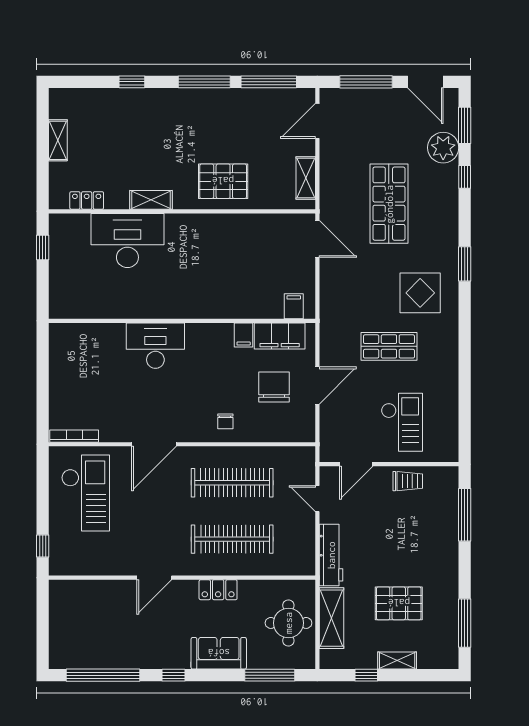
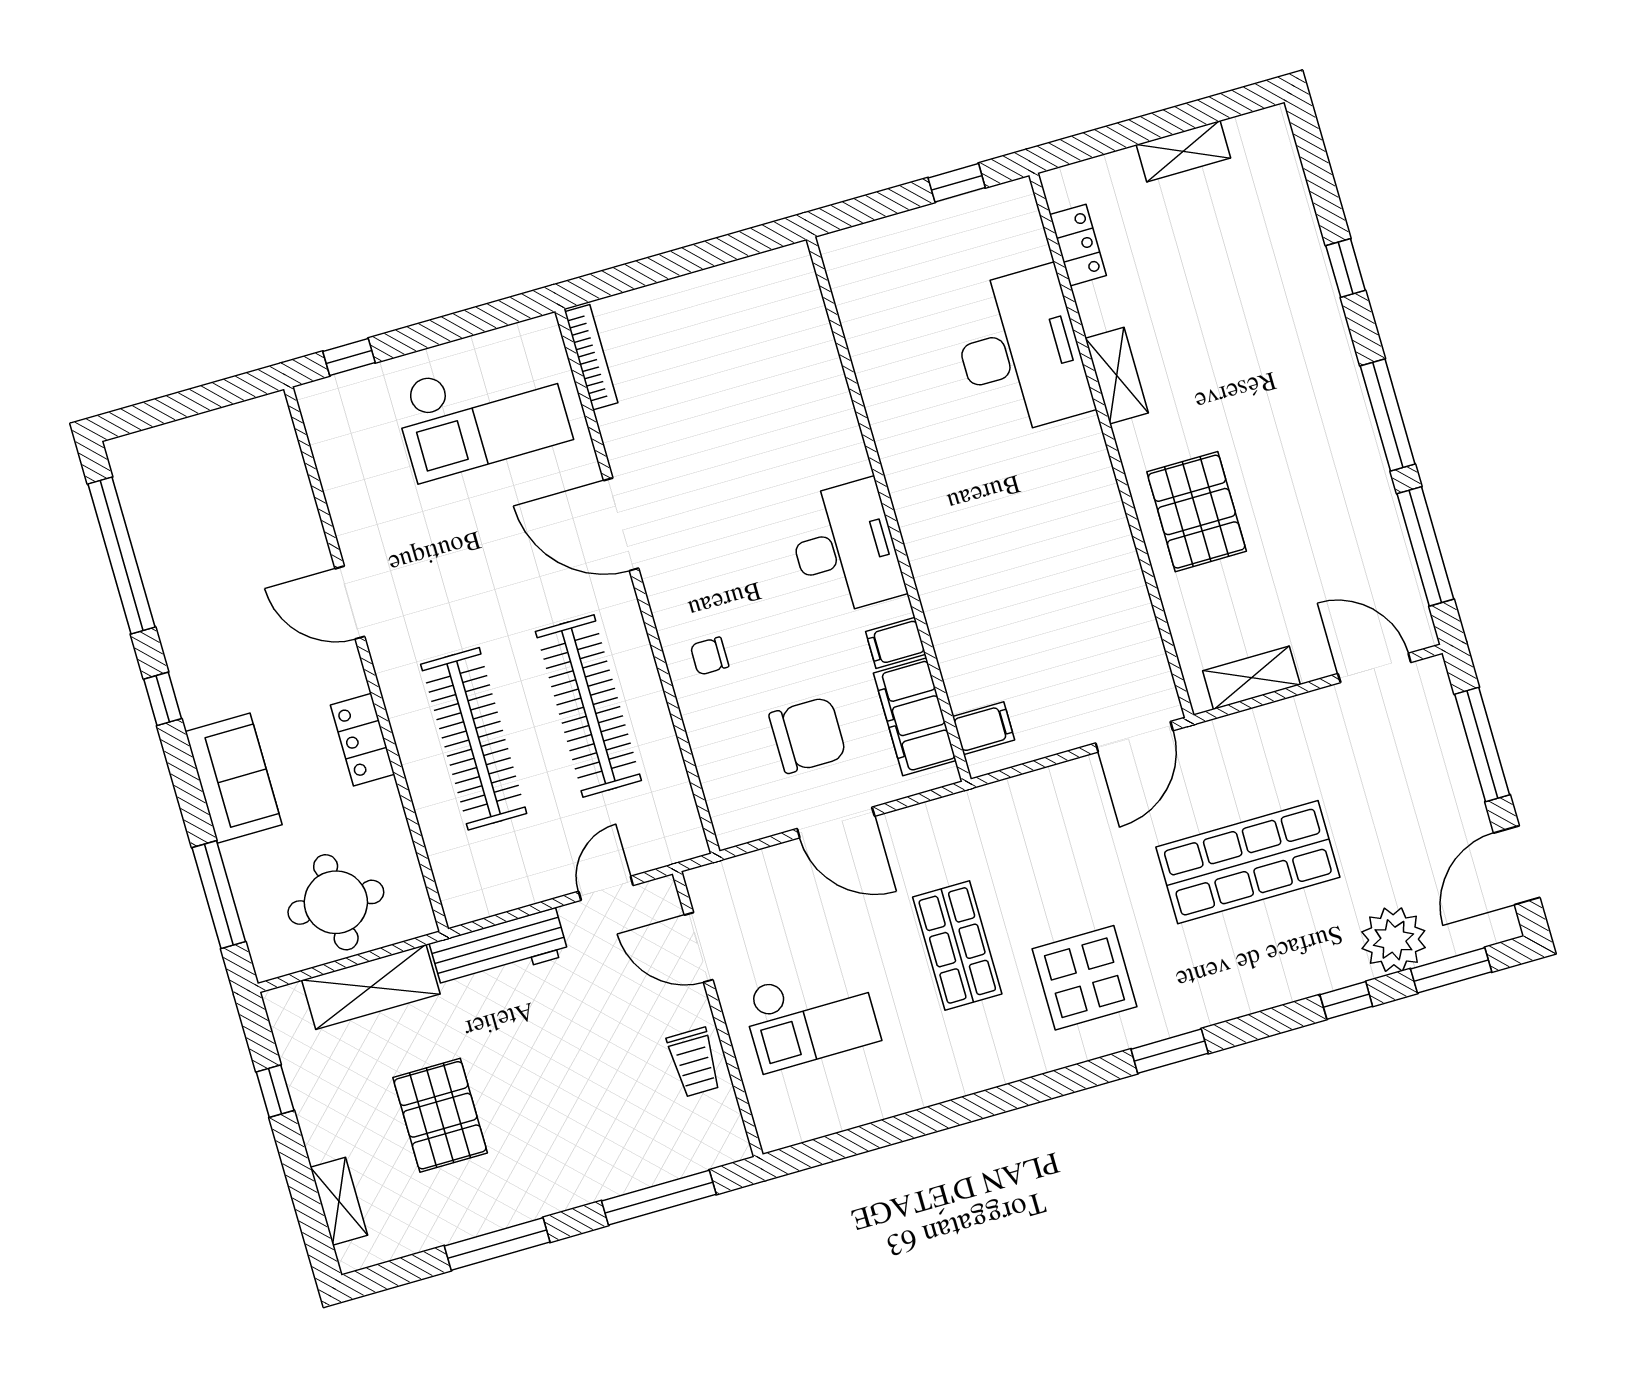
desk: (155, 346) -> (845, 548), moved
window: (465, 623) -> (497, 1244), moved
shelving: (397, 661) -> (339, 1201), moved

